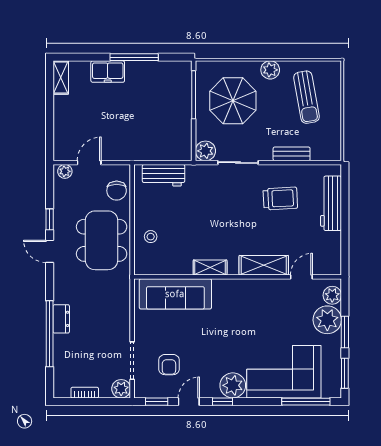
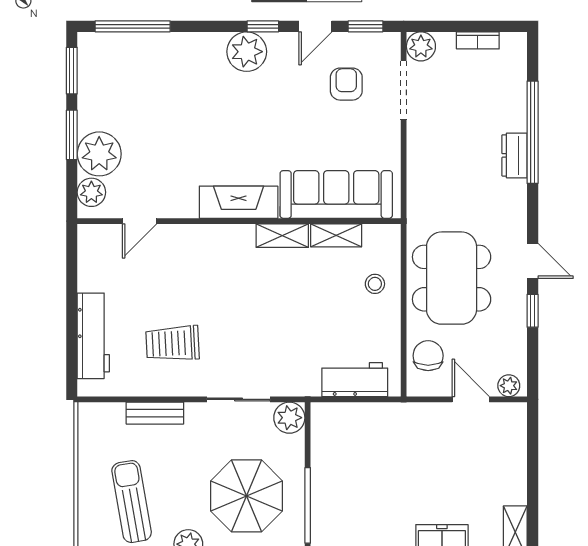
door: (89, 163) -> (471, 399), swing flipped
shelving: (264, 265) -> (336, 235), moved, width x0.67, depth x0.75
fireplace: (238, 289) -> (239, 202), added
corner sofa: (284, 372) -> (167, 73), removed

